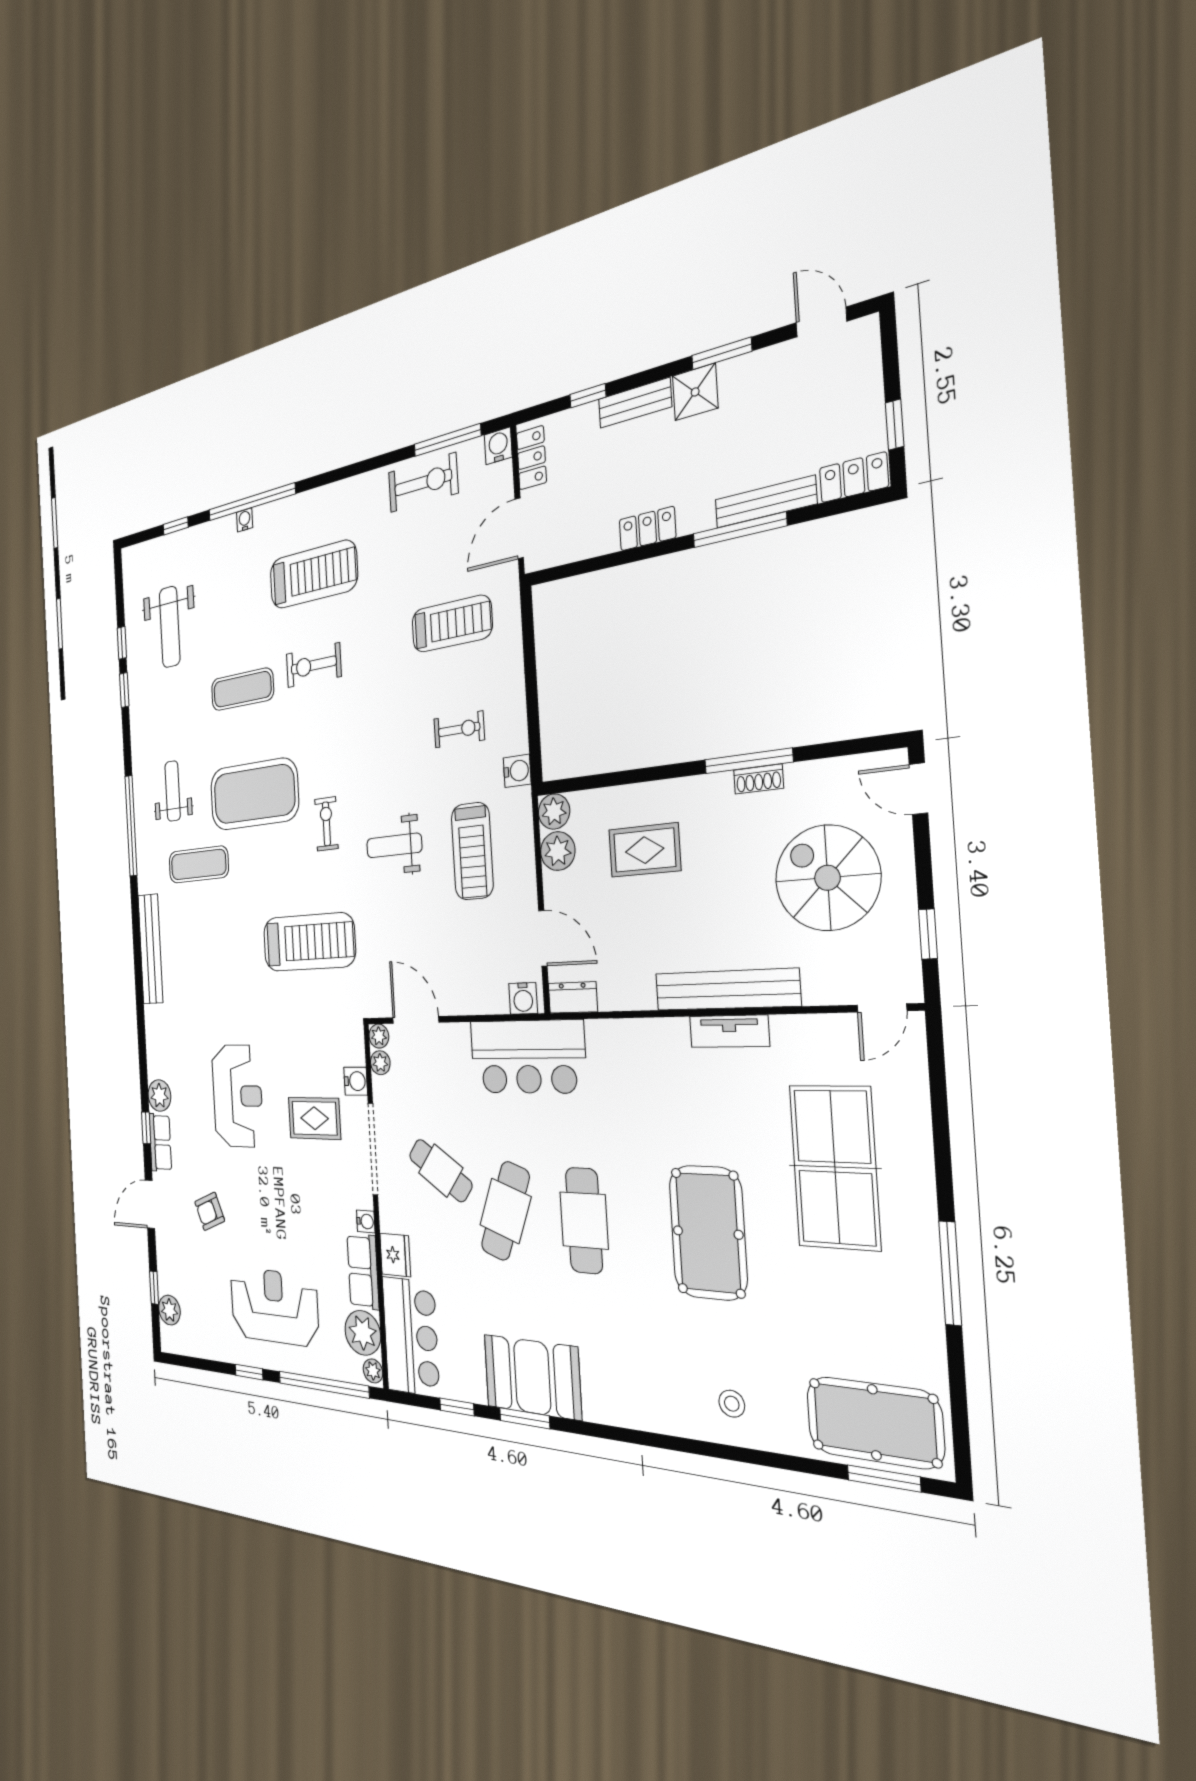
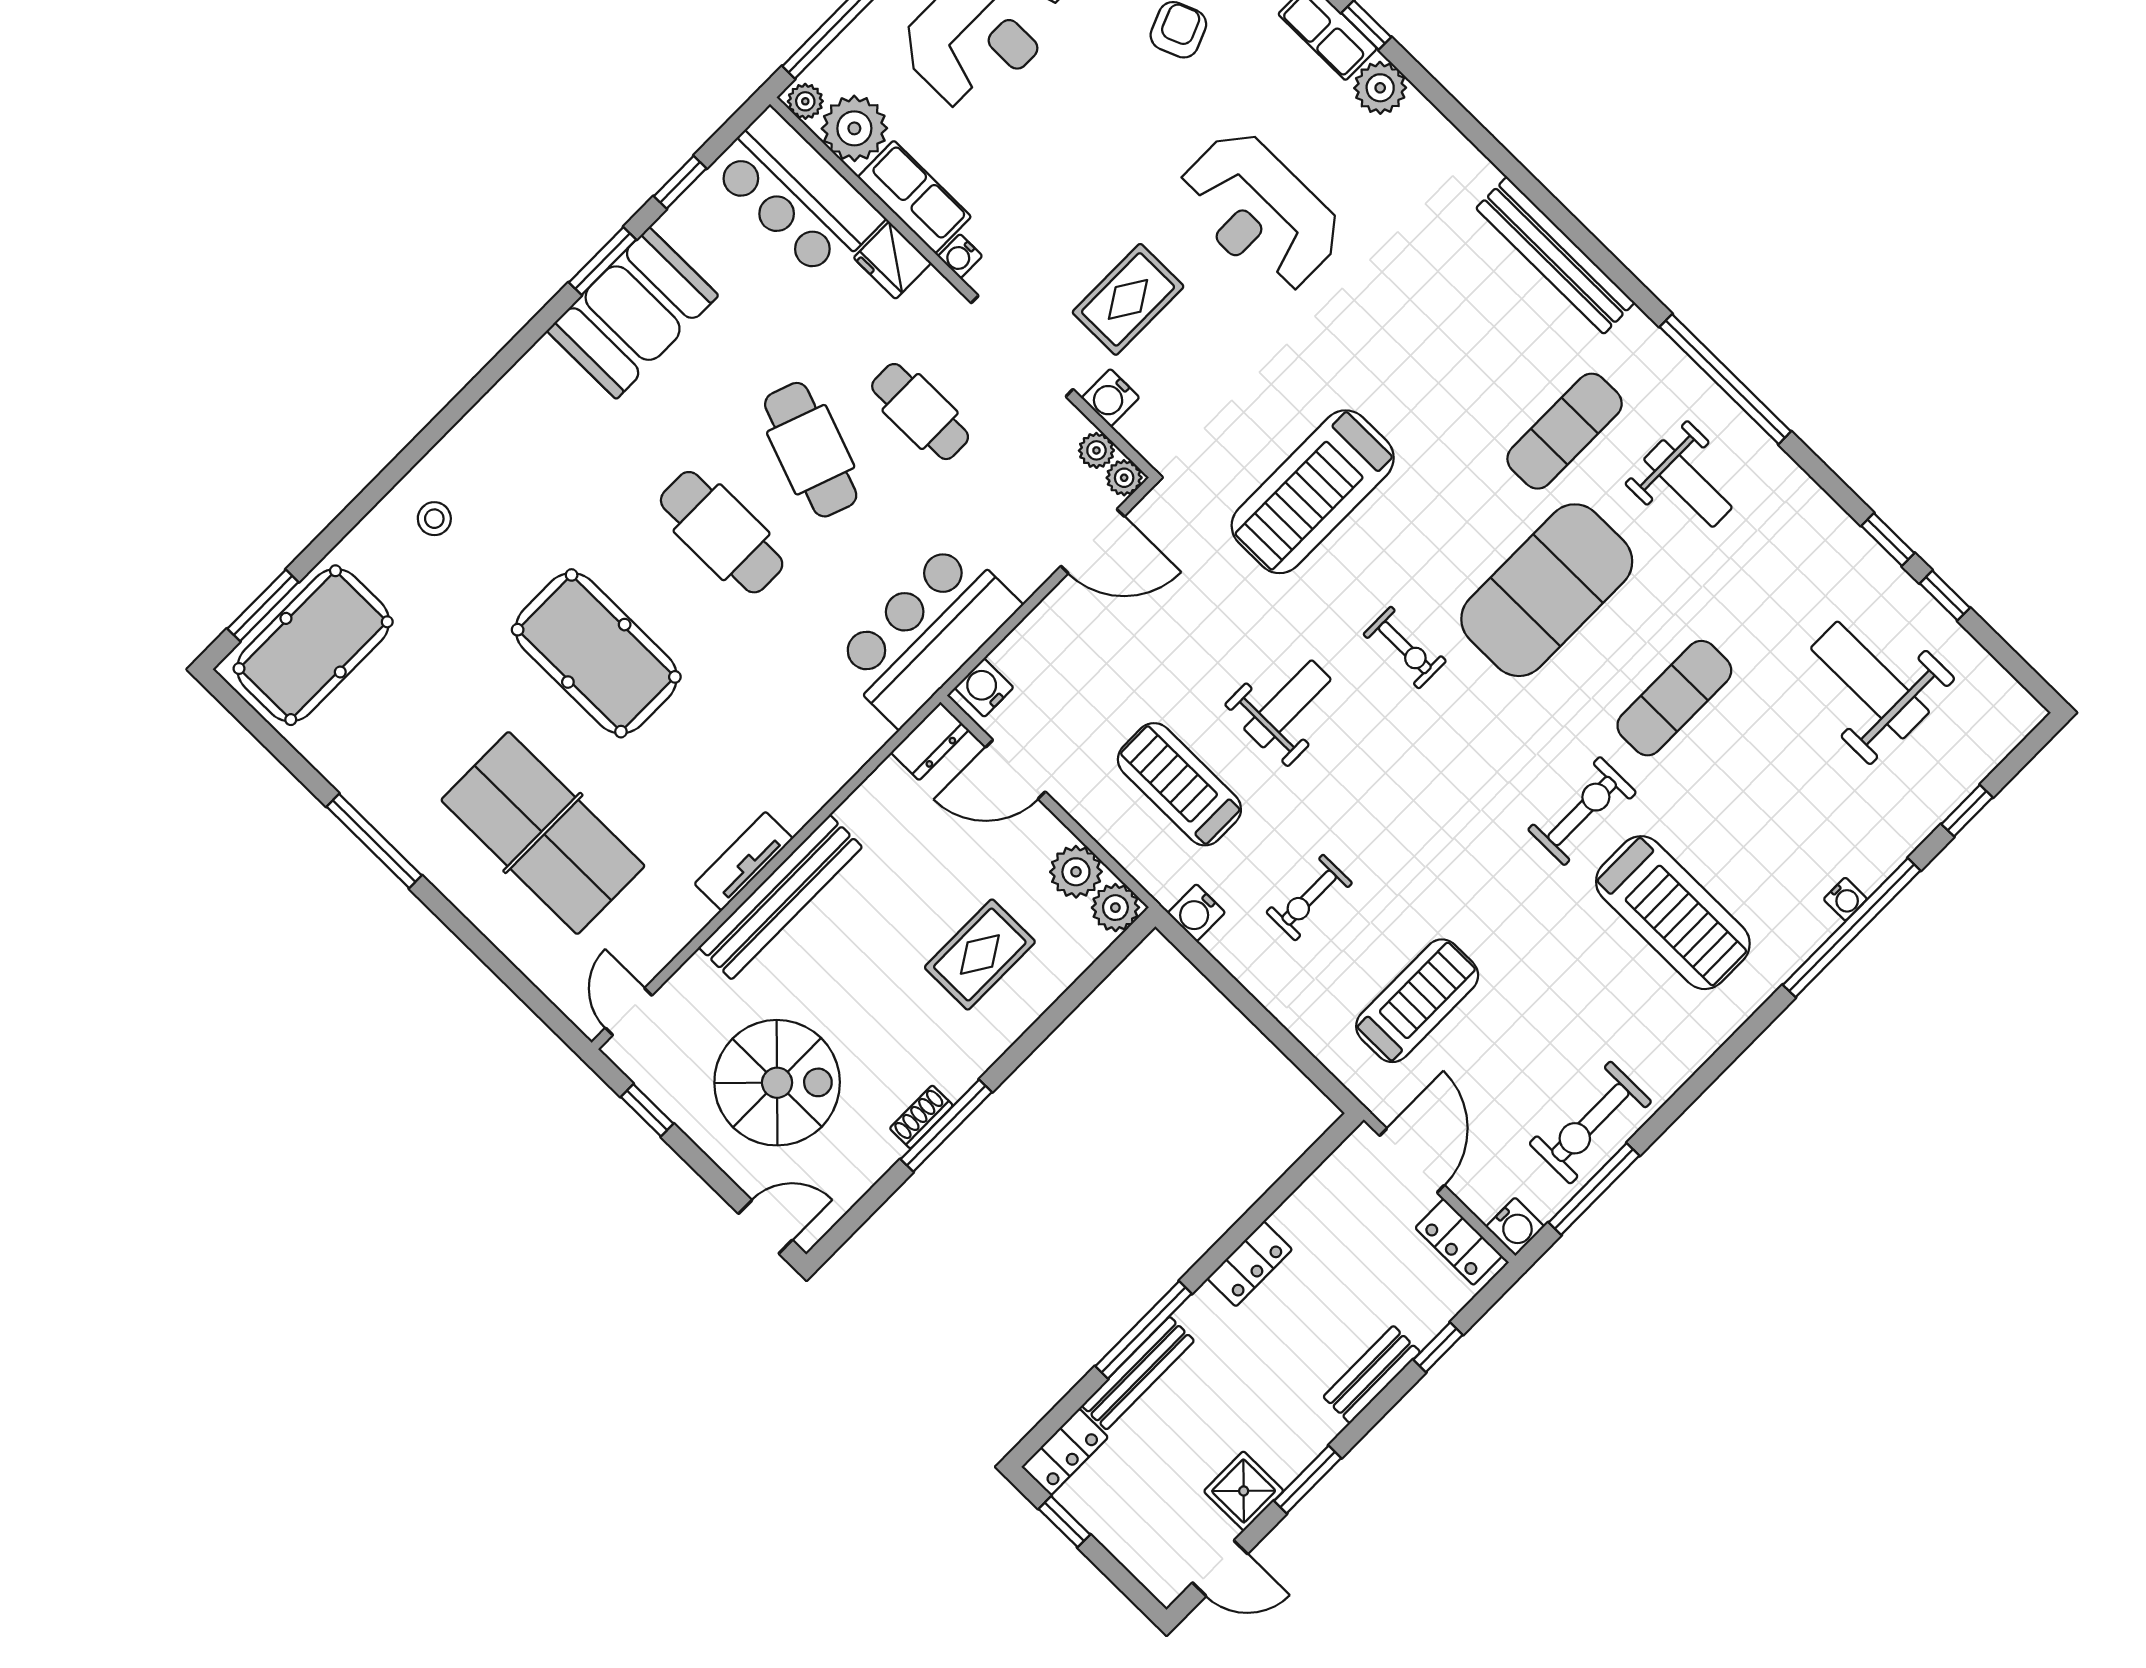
shower: (695, 392) -> (1244, 1491), moved
treadmill: (313, 575) -> (1673, 913), turned -90
treadmill: (452, 624) -> (1417, 1001), turned 180
cafe table: (441, 1170) -> (920, 412), turned 55

